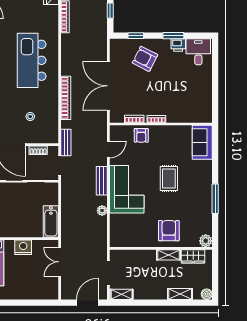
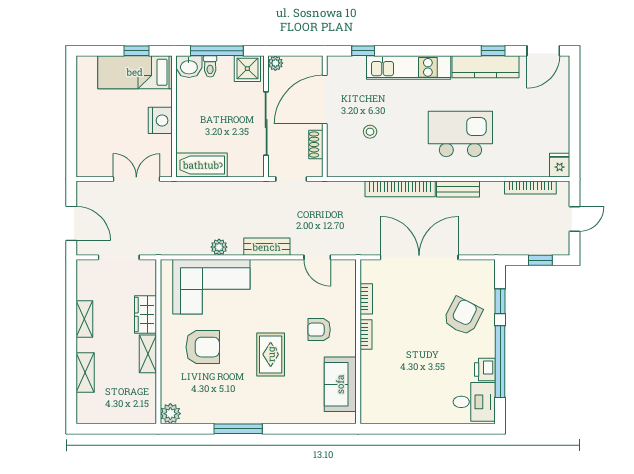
window: (173, 36) -> (500, 362), width x2.11
kitchen island: (32, 60) -> (460, 134), width x0.73
armchair: (141, 135) -> (319, 330), moved
sofa: (202, 142) -> (340, 384), moved, turned -90
bench: (66, 143) -> (458, 189), moved
rug: (169, 178) -> (271, 354), turned 90
corner sofa: (127, 189) -> (211, 287), moved
armchair: (169, 231) -> (203, 347), moved
wardrobe: (193, 256) -> (145, 315), moved
shelving: (122, 294) -> (84, 319), moved
boiler: (207, 294) -> (85, 415), removed

